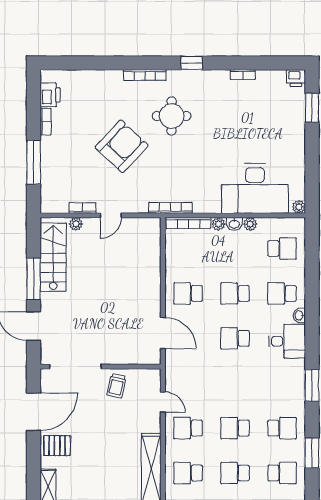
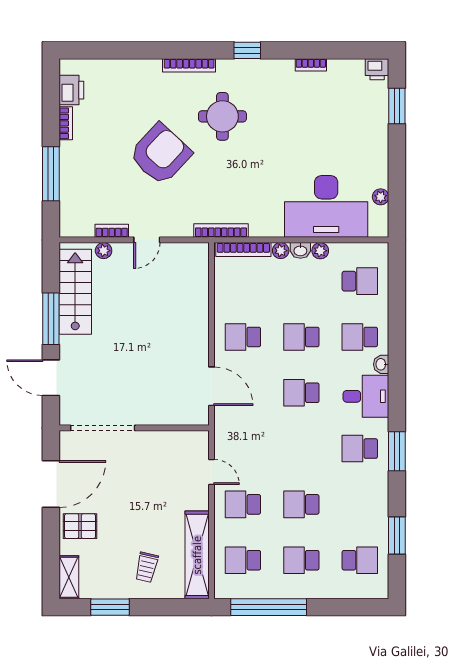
plant: (299, 207) -> (381, 197), moved
trolley: (116, 386) -> (147, 567), moved
school desk: (282, 428) -> (360, 449), moved, turned 180

